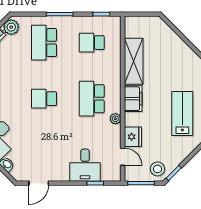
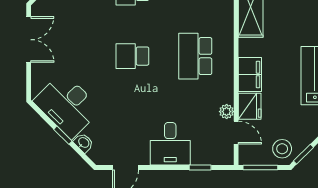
filing cabinet: (133, 99) -> (250, 74), moved
plant: (115, 119) -> (227, 112), moved
desk: (85, 165) -> (170, 144), moved

